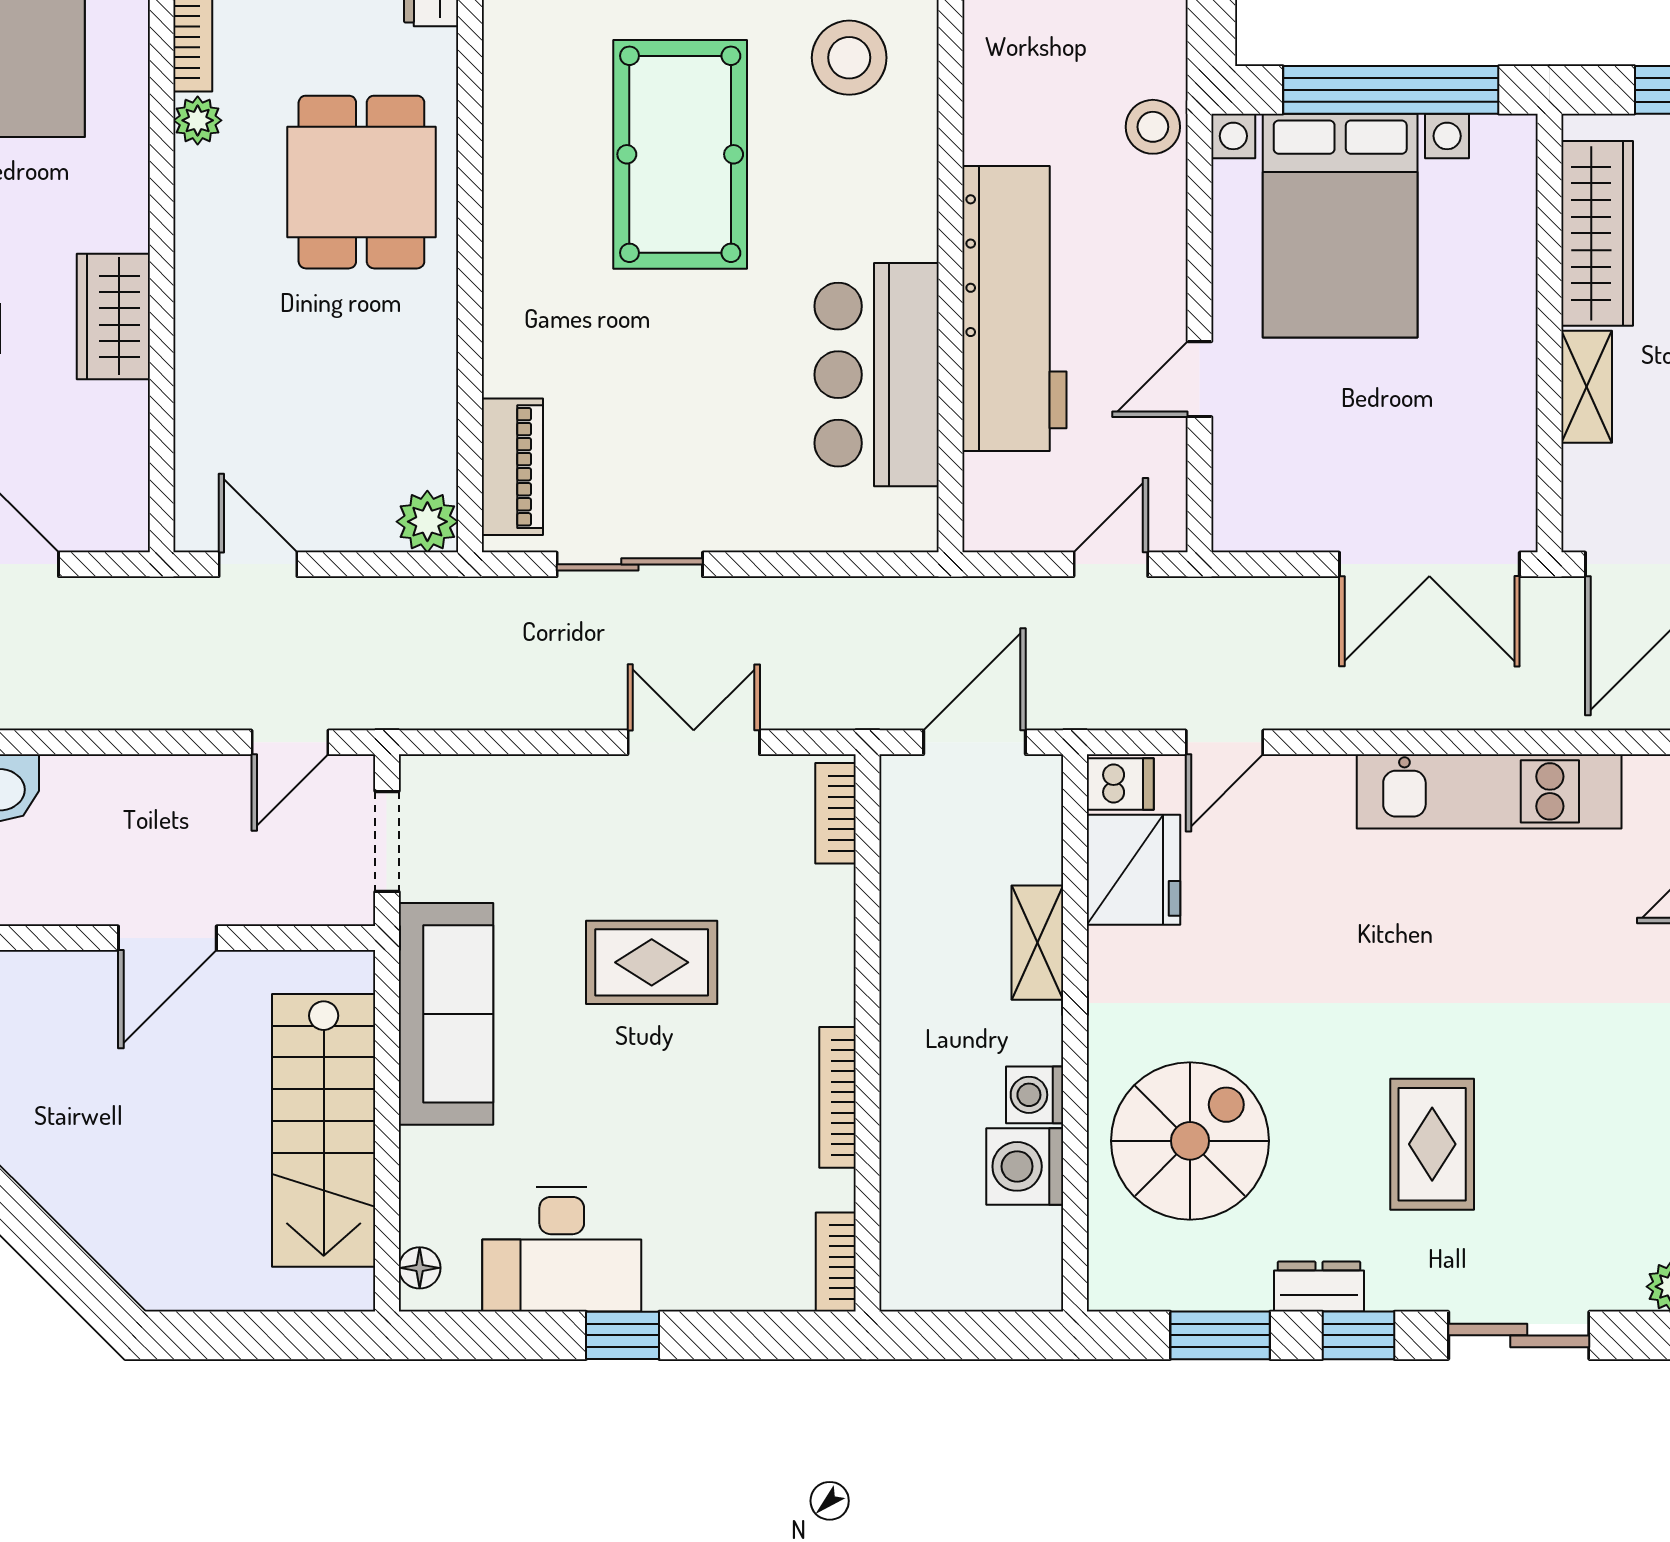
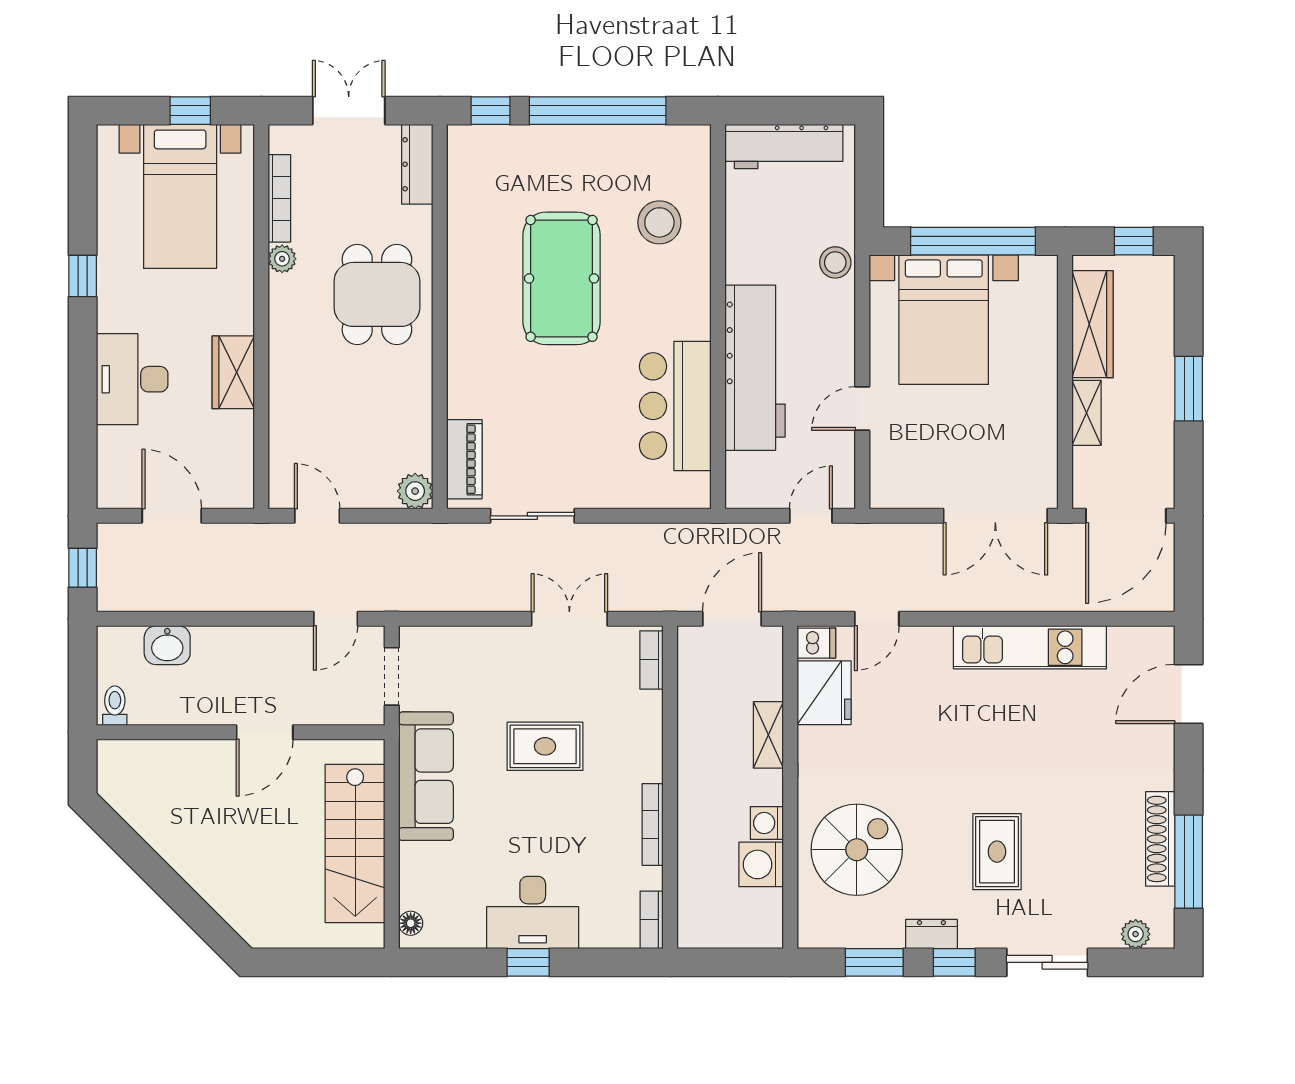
desk: (562, 1249) -> (533, 912), moved

